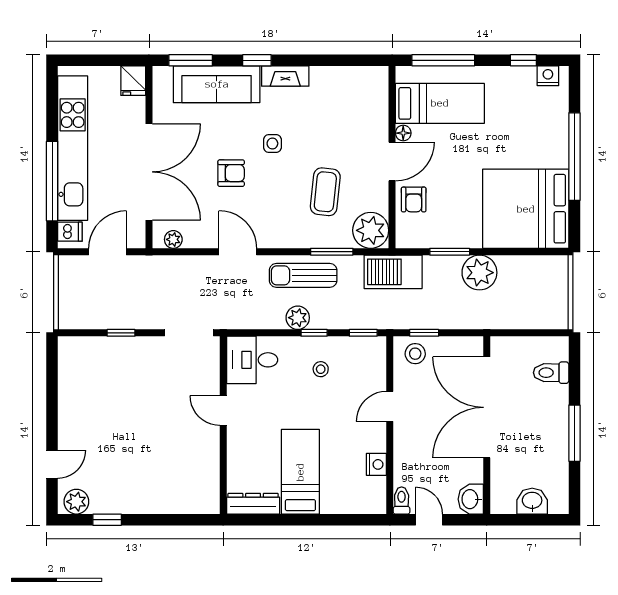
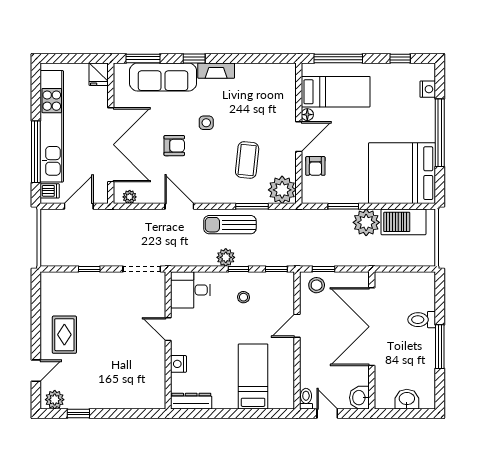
nightstand: (548, 76) -> (428, 89), moved, turned 90
barbecue: (393, 272) -> (403, 222), moved
toilet: (551, 373) -> (422, 320), moved
rug: (89, 418) -> (64, 335), added
nightstand: (376, 464) -> (179, 364), moved, turned 180
bed: (300, 472) -> (253, 376), moved

